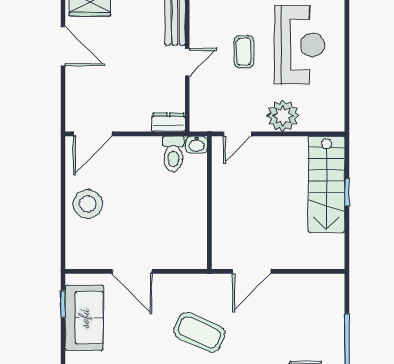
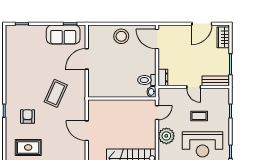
door: (237, 134) -> (157, 113), swing flipped
door: (252, 271) -> (87, 131), moved

